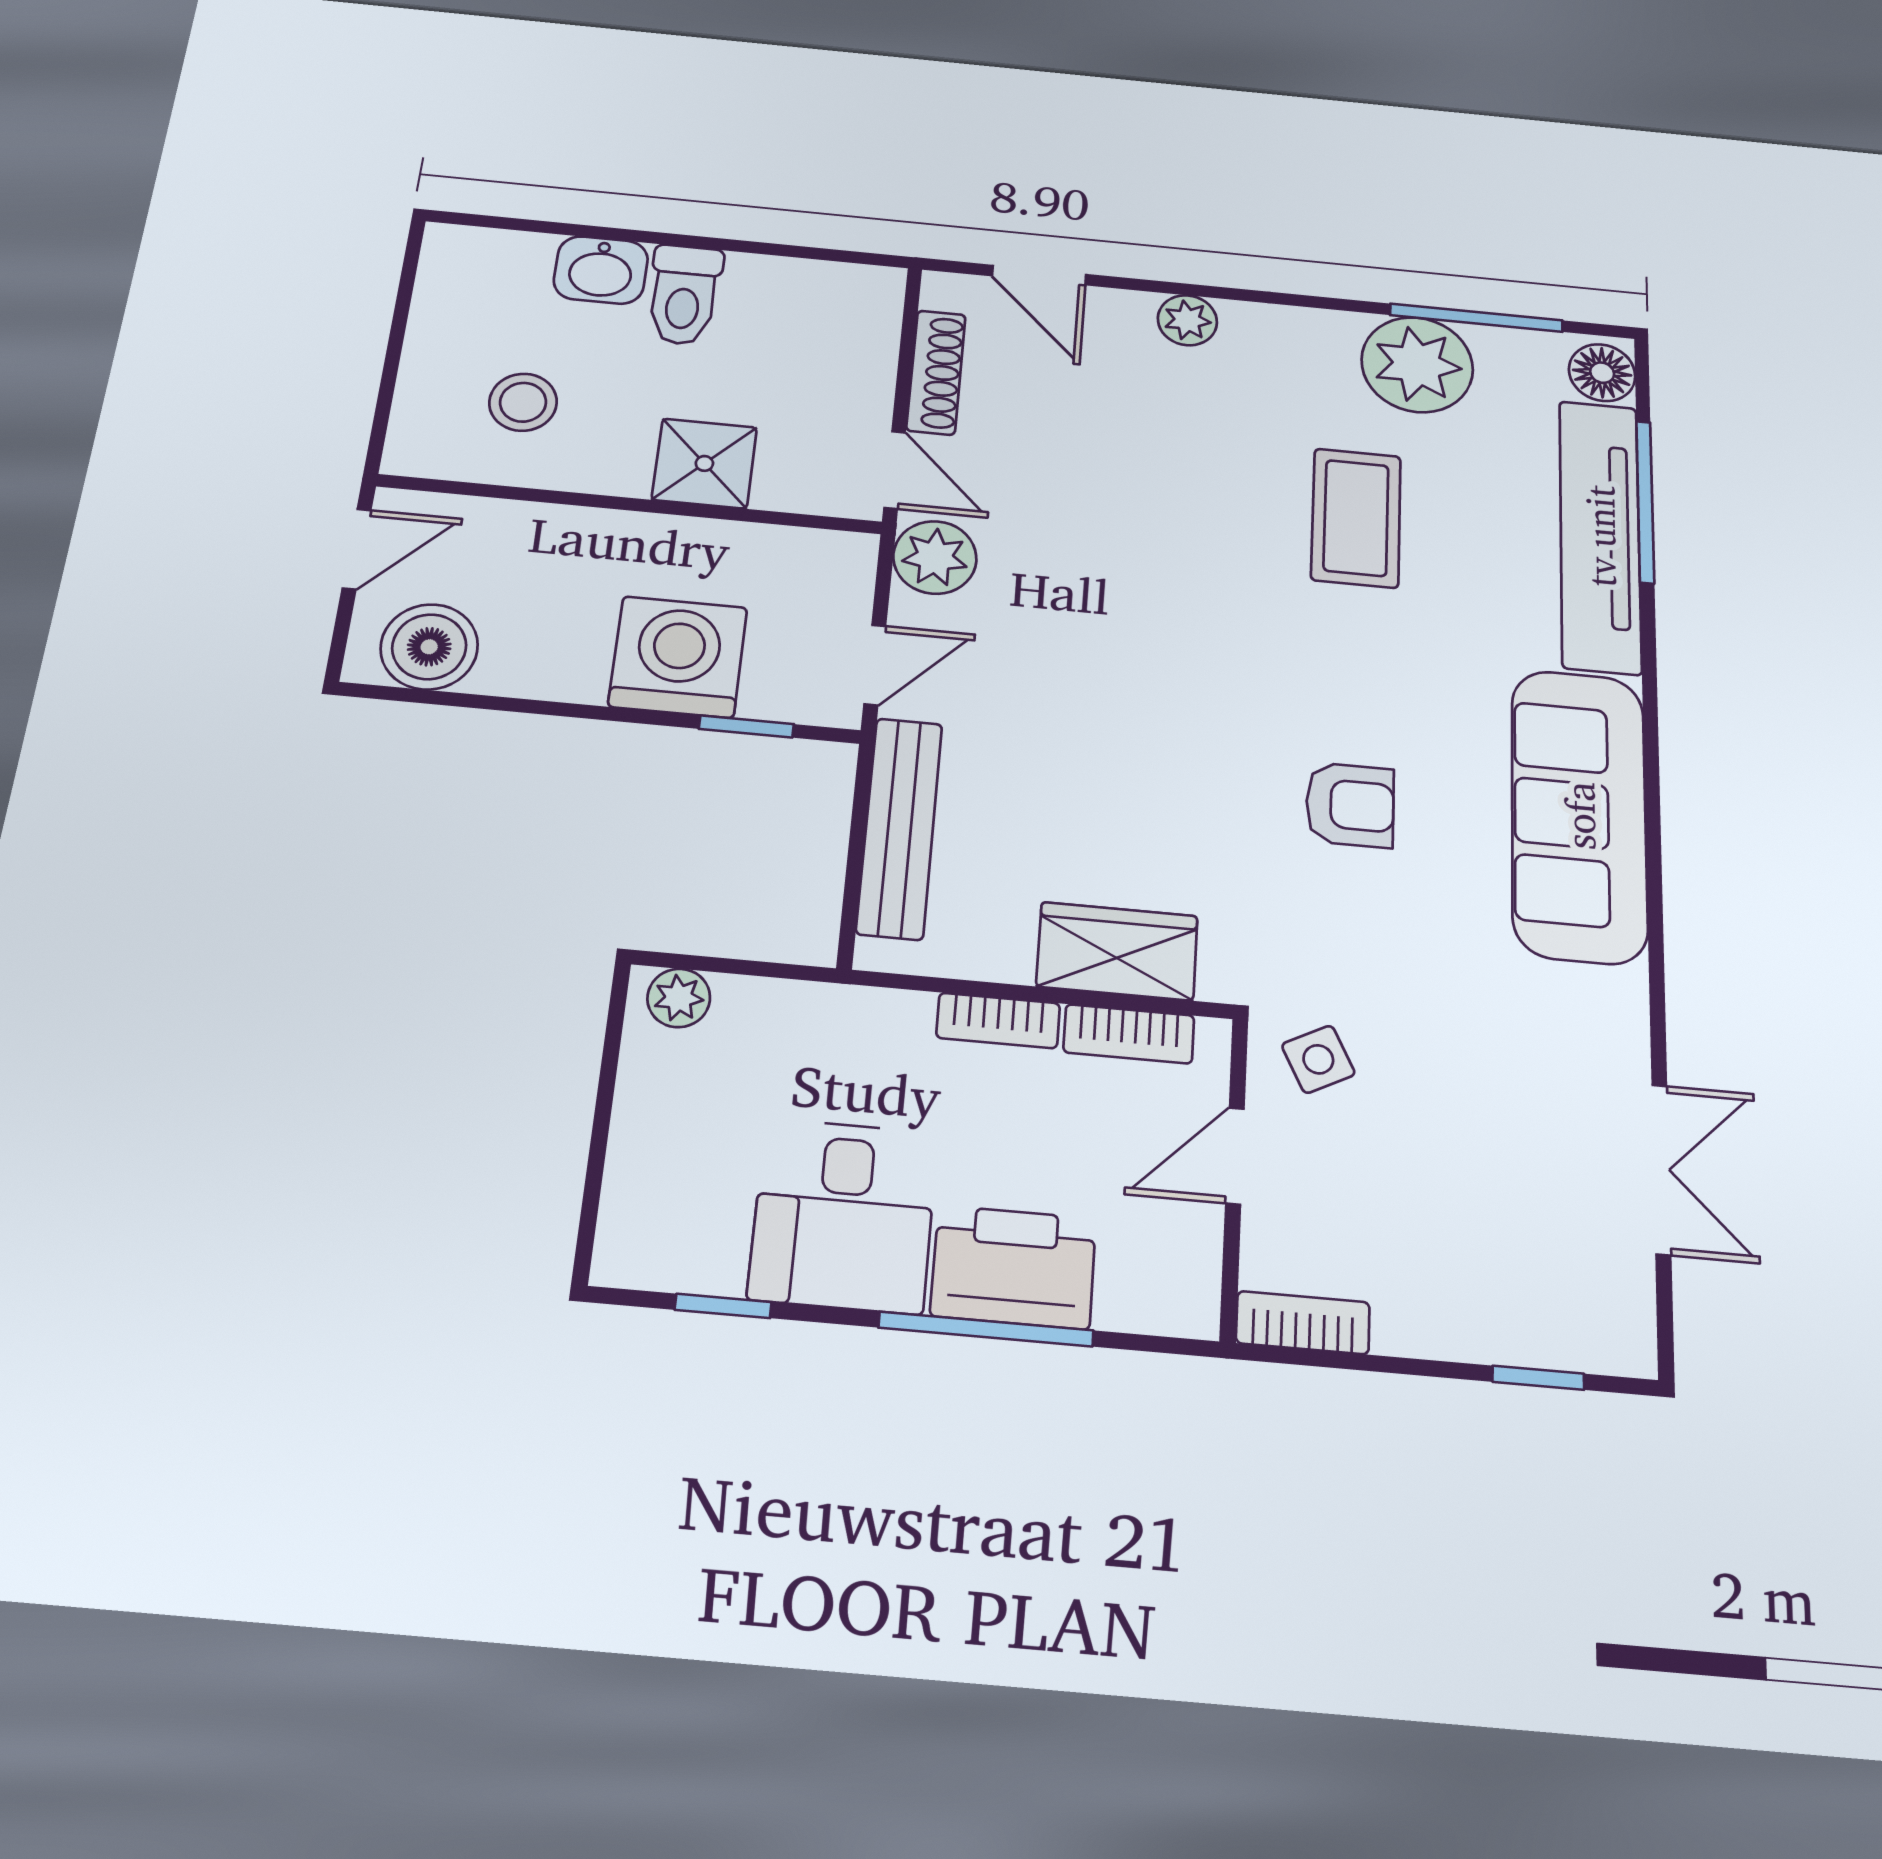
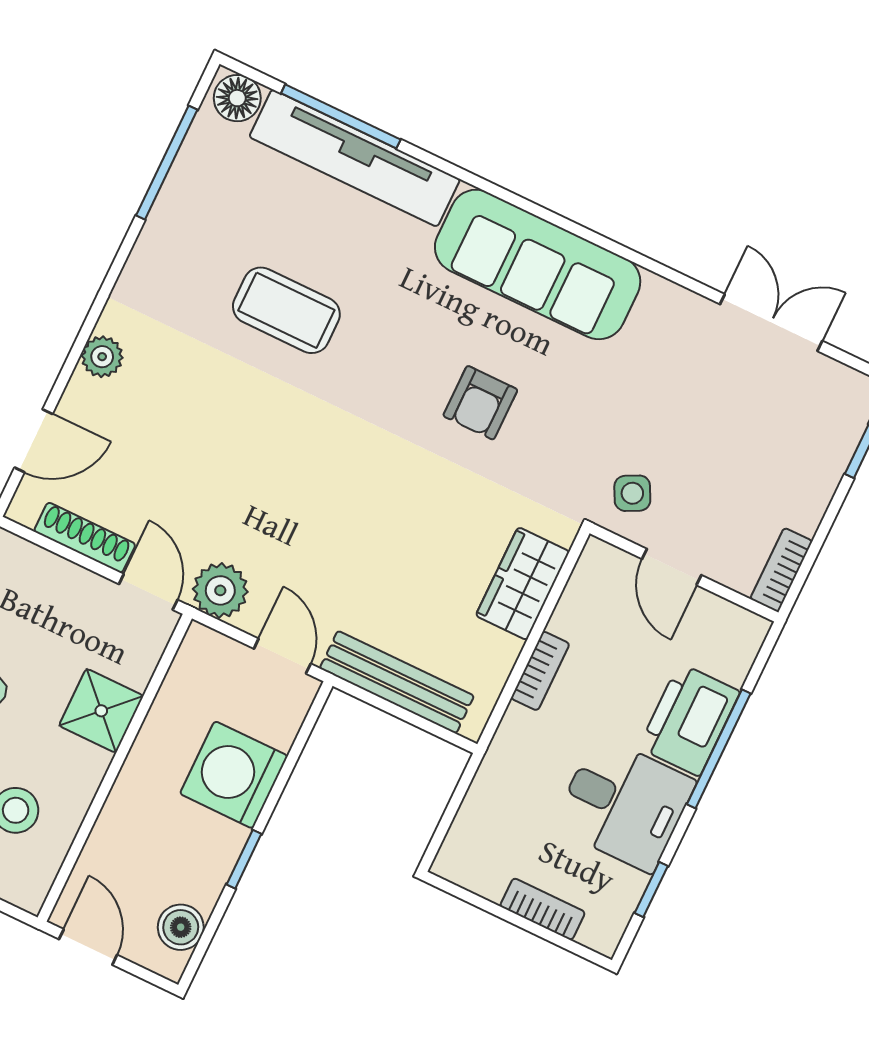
plant: (1417, 365) -> (188, 219), removed
door: (895, 470) -> (148, 592), hinge flipped
boiler: (429, 647) -> (181, 927), width x0.73, depth x0.73
window: (746, 726) -> (244, 859), moved
armchair: (1350, 805) -> (480, 403), turned 180
plant: (679, 998) -> (458, 851), removed
bookcase: (1129, 1034) -> (543, 909), moved, turned -90

